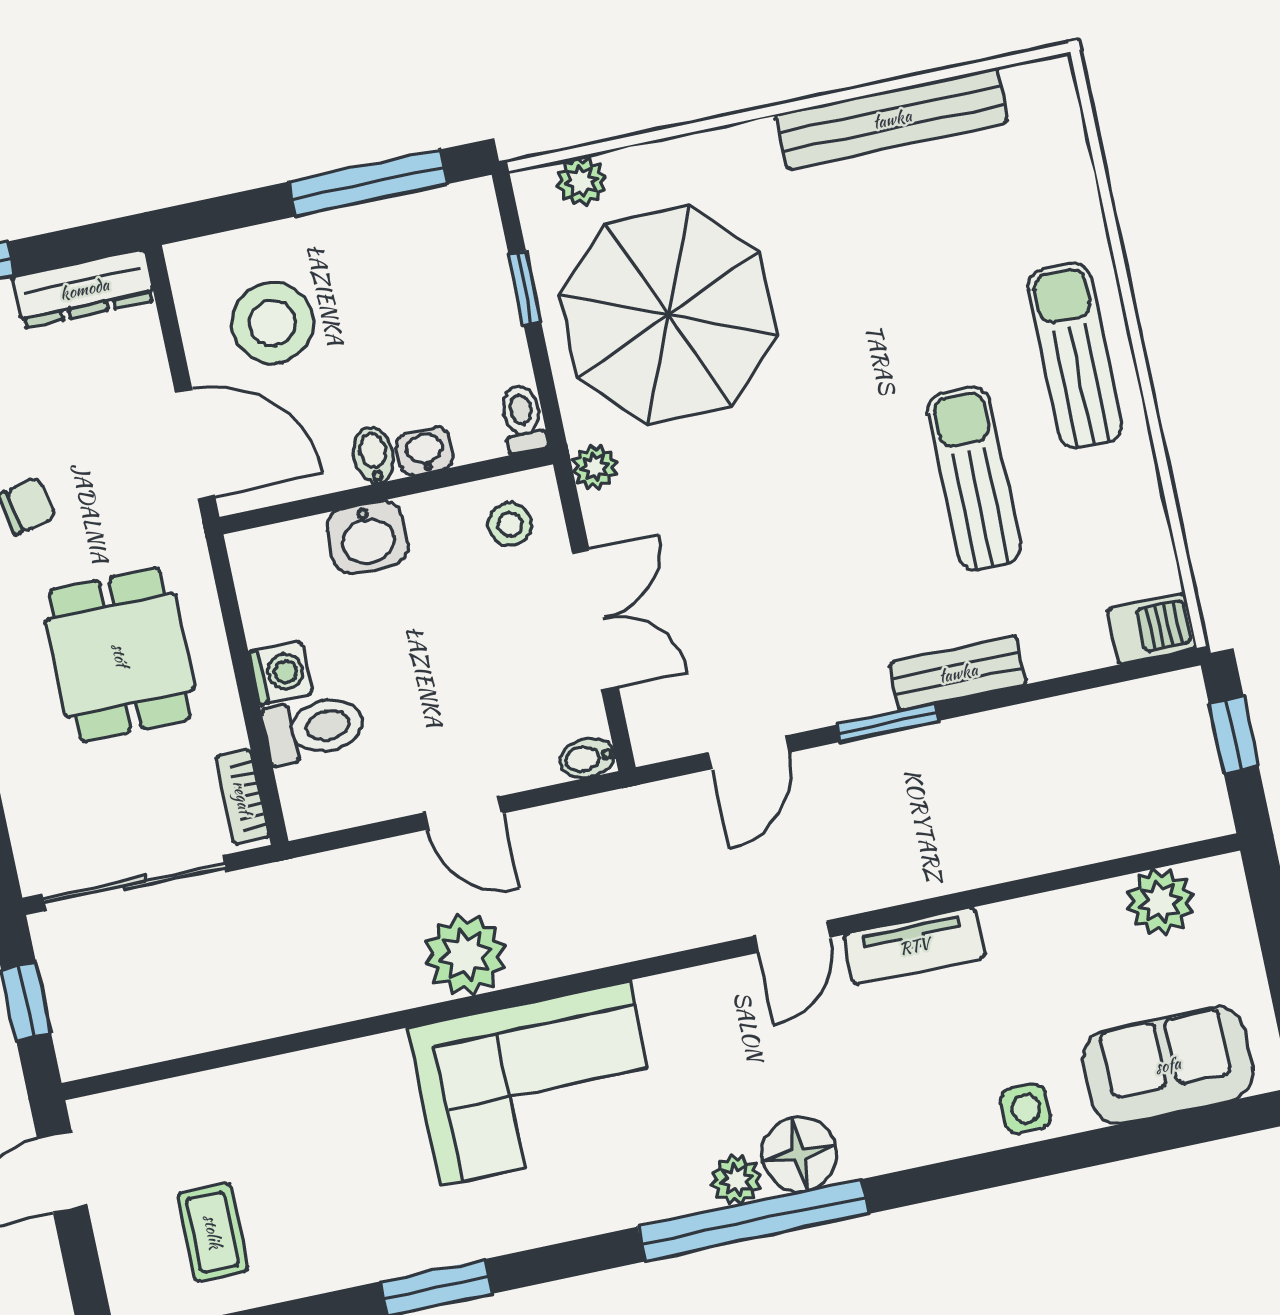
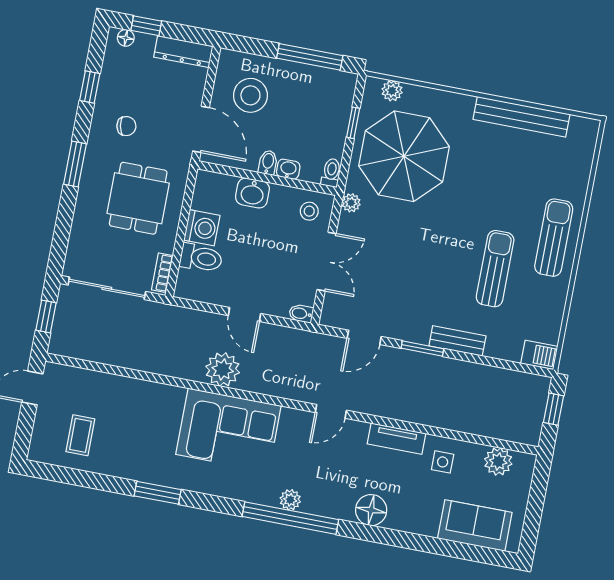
washing machine: (280, 673) -> (202, 228), width x1.38, depth x1.38
door: (793, 937) -> (331, 411), moved
side table: (1026, 1109) -> (443, 462), moved
floor lamp: (799, 1154) -> (371, 510), moved

